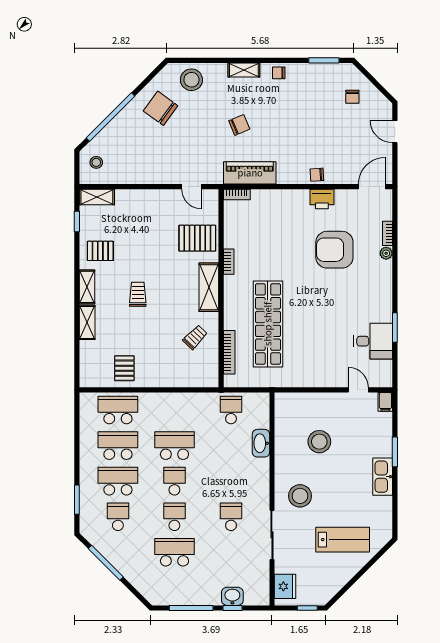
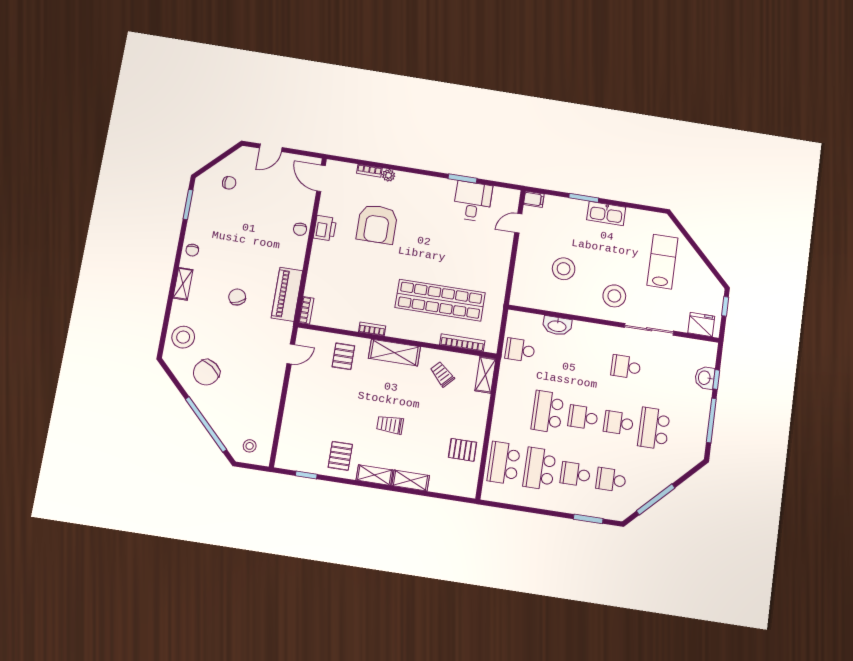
shelving: (97, 197) -> (485, 375), moved
pallet: (197, 238) -> (343, 356), width x0.67, depth x0.71
school desk: (118, 481) -> (575, 474), width x0.54

